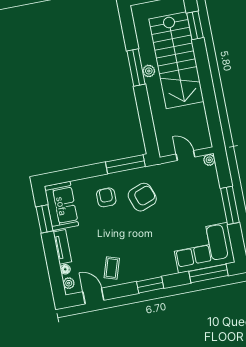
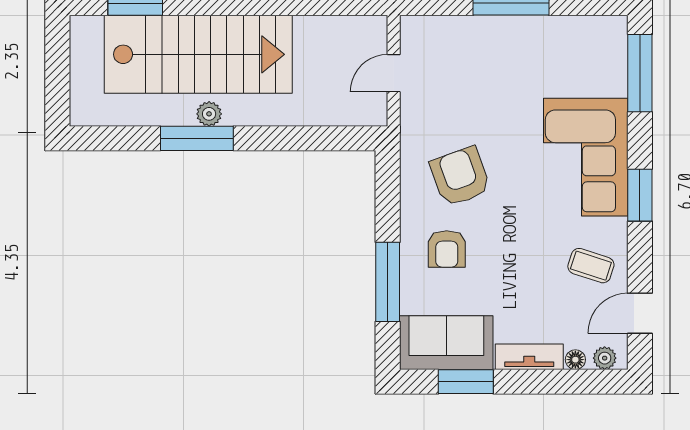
plant: (209, 160) -> (412, 27), removed
window: (125, 164) -> (388, 282), moved
armchair: (106, 197) -> (447, 249), turned -90
corner sofa: (203, 248) -> (586, 157), moved

